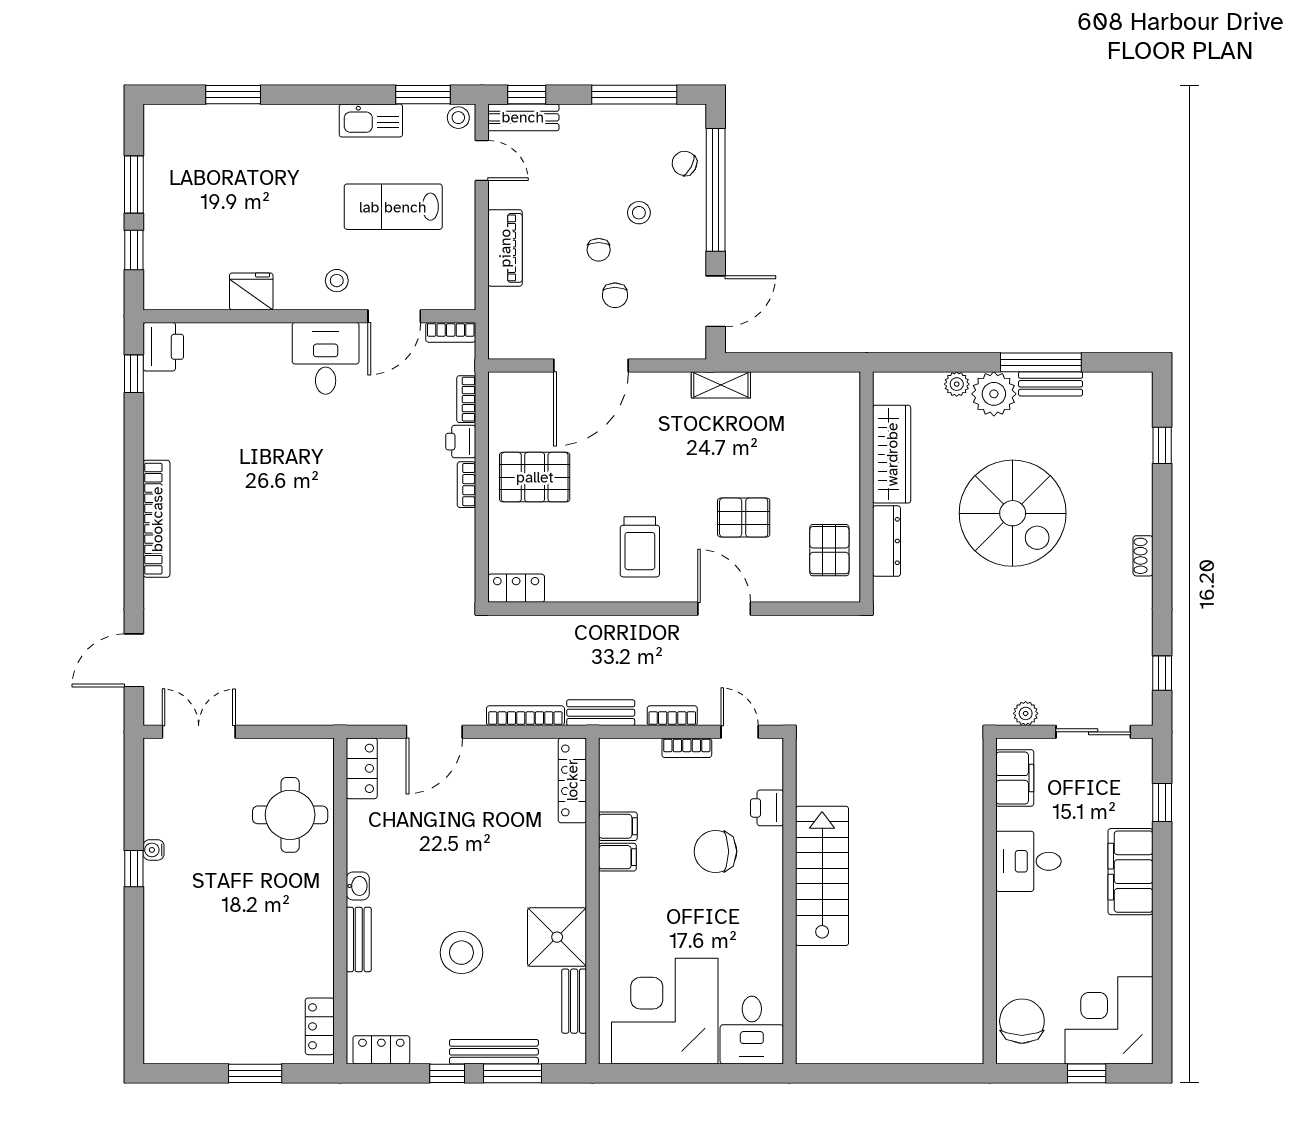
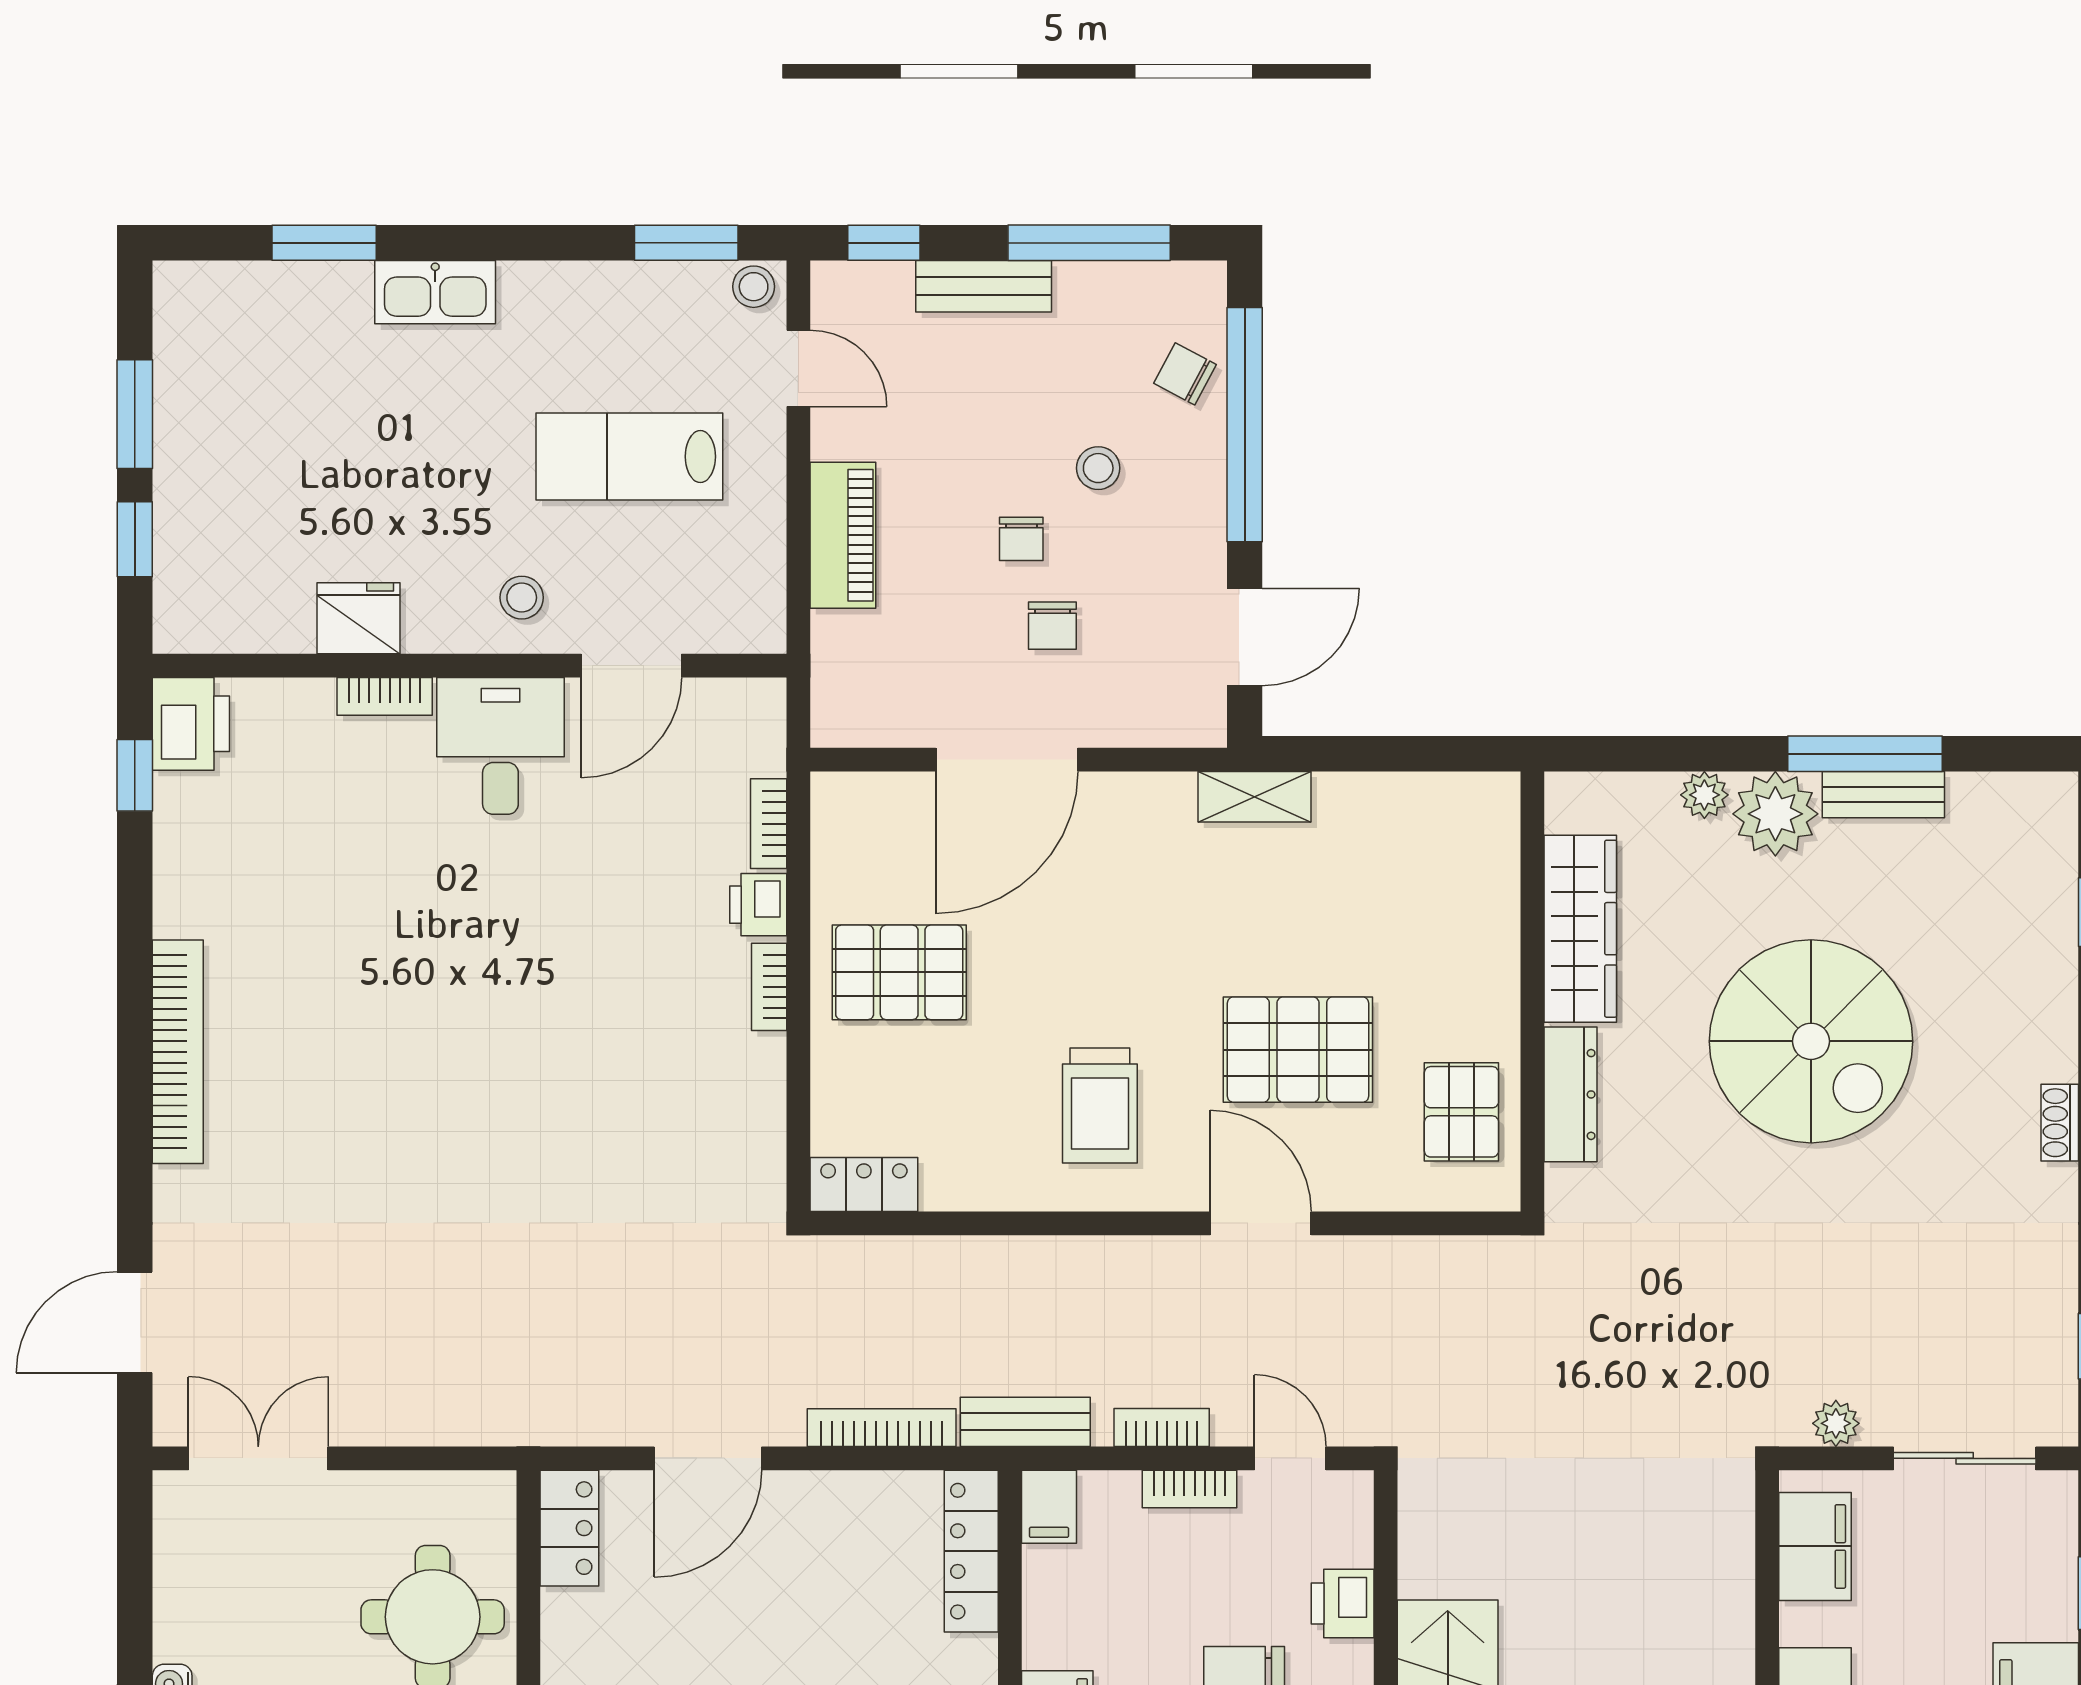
bench: (523, 117) -> (984, 286), moved
kitchen sink: (371, 120) -> (435, 292), moved
bookcase: (451, 332) -> (385, 696), moved
pallet: (744, 518) -> (1298, 1050), width x1.50, depth x1.42
filing cabinet: (618, 826) -> (1049, 1507), moved, turned 90

